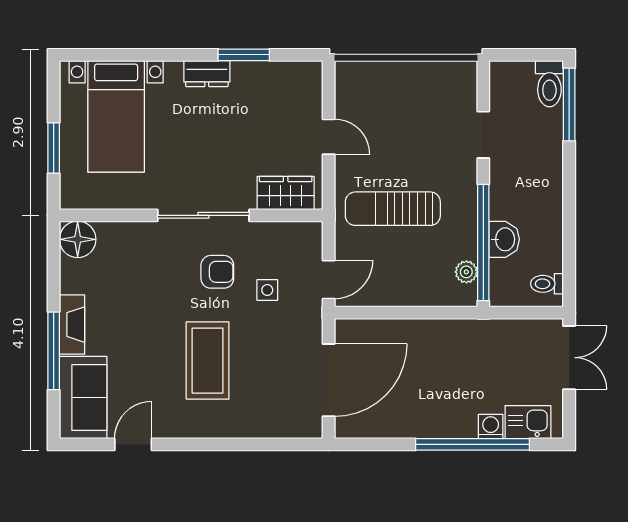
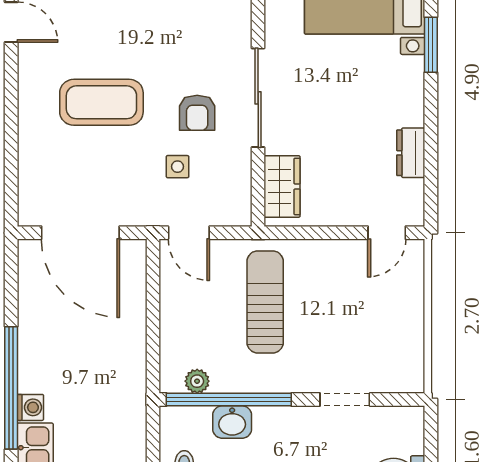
window: (244, 55) -> (431, 45), moved
dresser: (207, 74) -> (411, 153), moved
door: (329, 137) -> (387, 233), moved

